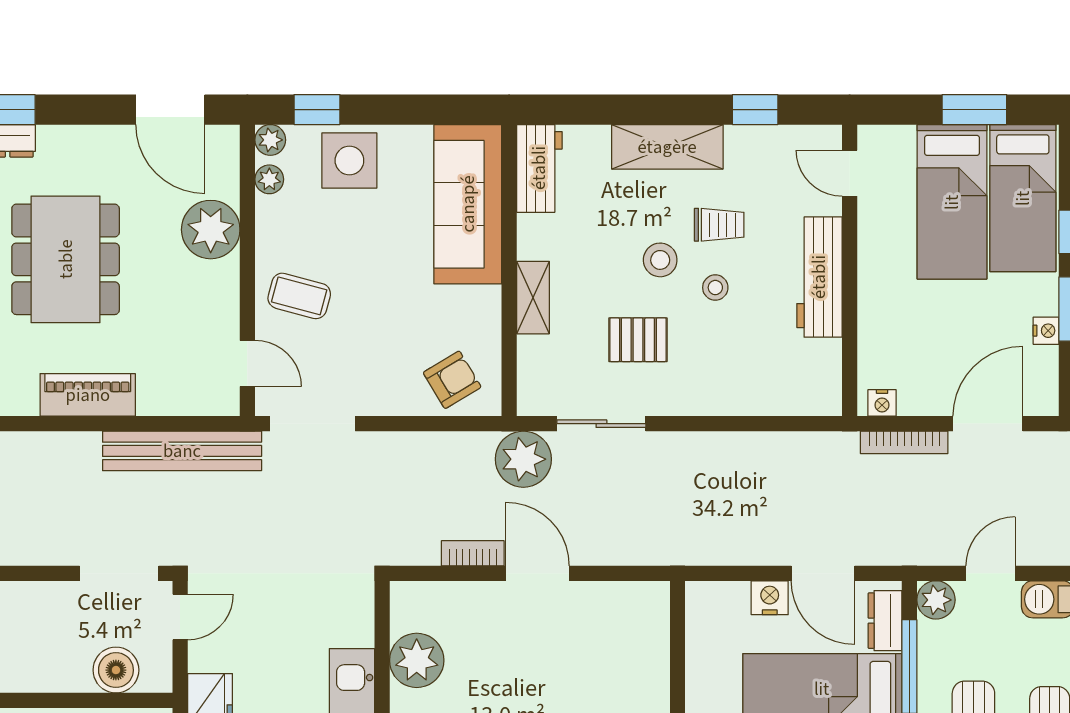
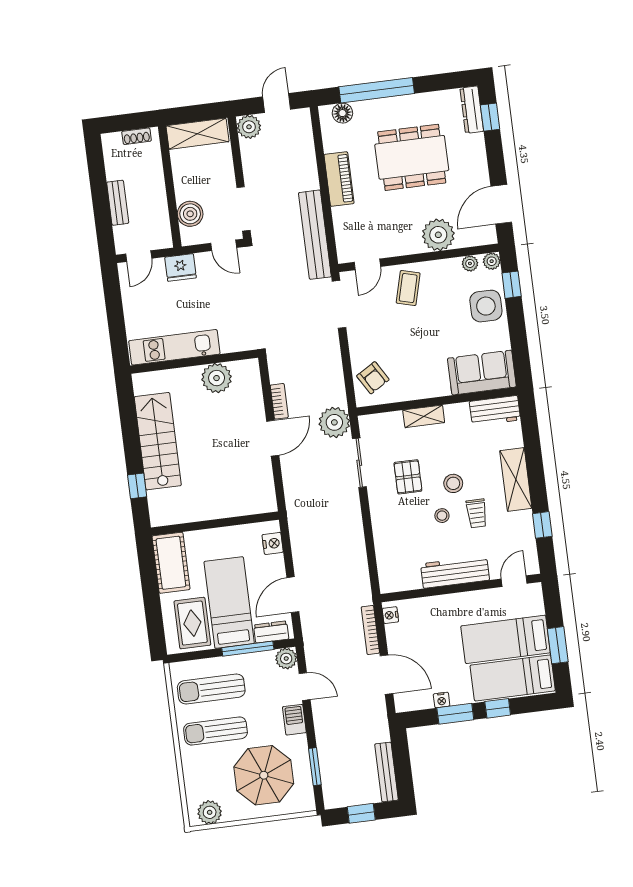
sofa: (468, 204) -> (482, 373), width x0.73
nightstand: (770, 598) -> (273, 543), moved

